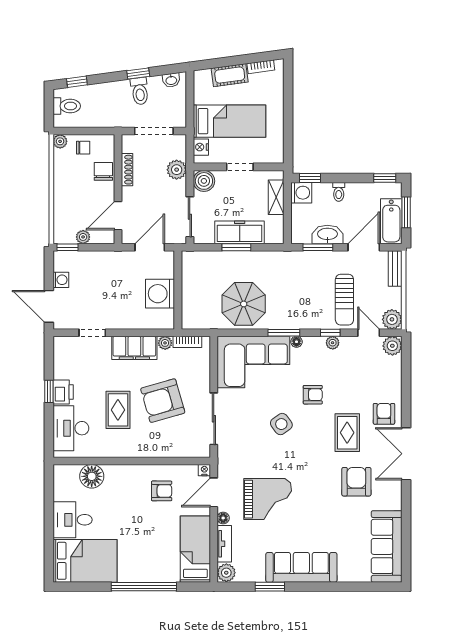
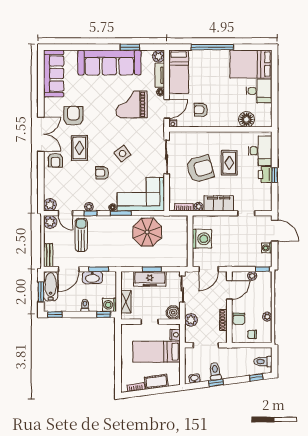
plant: (60, 141) -> (267, 317), moved
armchair: (356, 482) -> (73, 116), turned 180
sofa: (301, 567) -> (109, 62), width x1.36, depth x1.27

